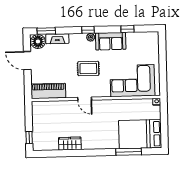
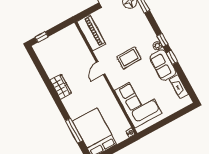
window: (127, 29) -> (172, 57), moved
fireplace: (57, 39) -> (179, 87), moved
rug: (88, 69) -> (129, 58), turned 90
wardrobe: (70, 144) -> (61, 87), moved

